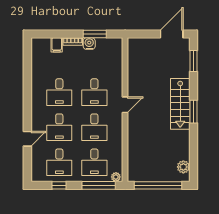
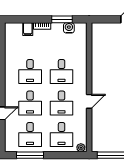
water cooler: (89, 44) -> (69, 28), moved
door: (125, 105) -> (89, 101), moved
window: (59, 185) -> (30, 155), width x2.17
window: (99, 185) -> (65, 155), removed

